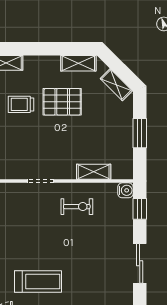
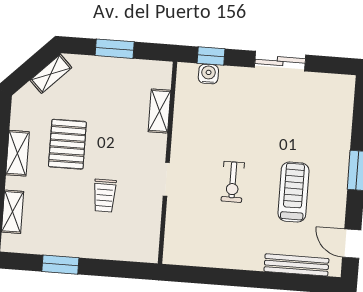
shelving: (78, 63) -> (18, 153), moved
trolley: (21, 104) -> (105, 195), moved
water cooler: (125, 190) -> (208, 74), moved
exercise bike: (77, 207) -> (233, 182), moved, turned 180

